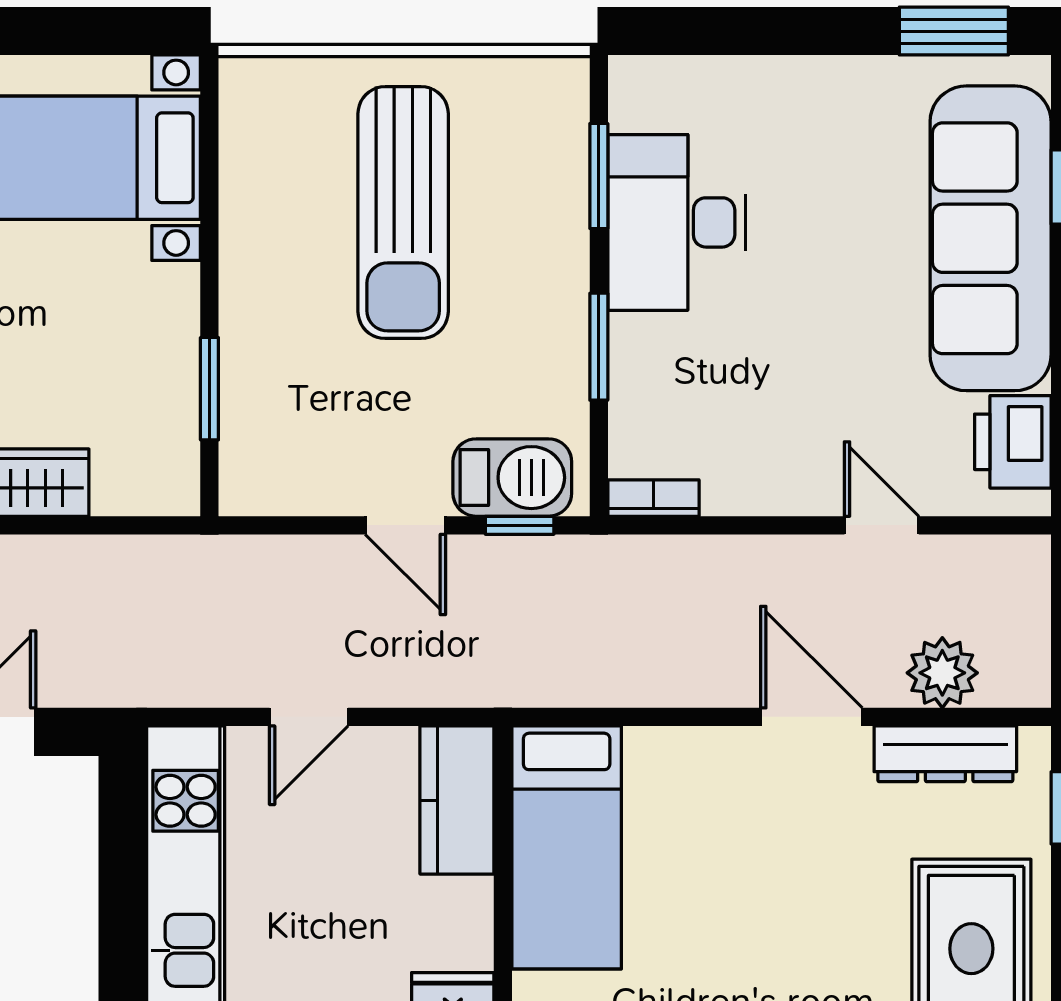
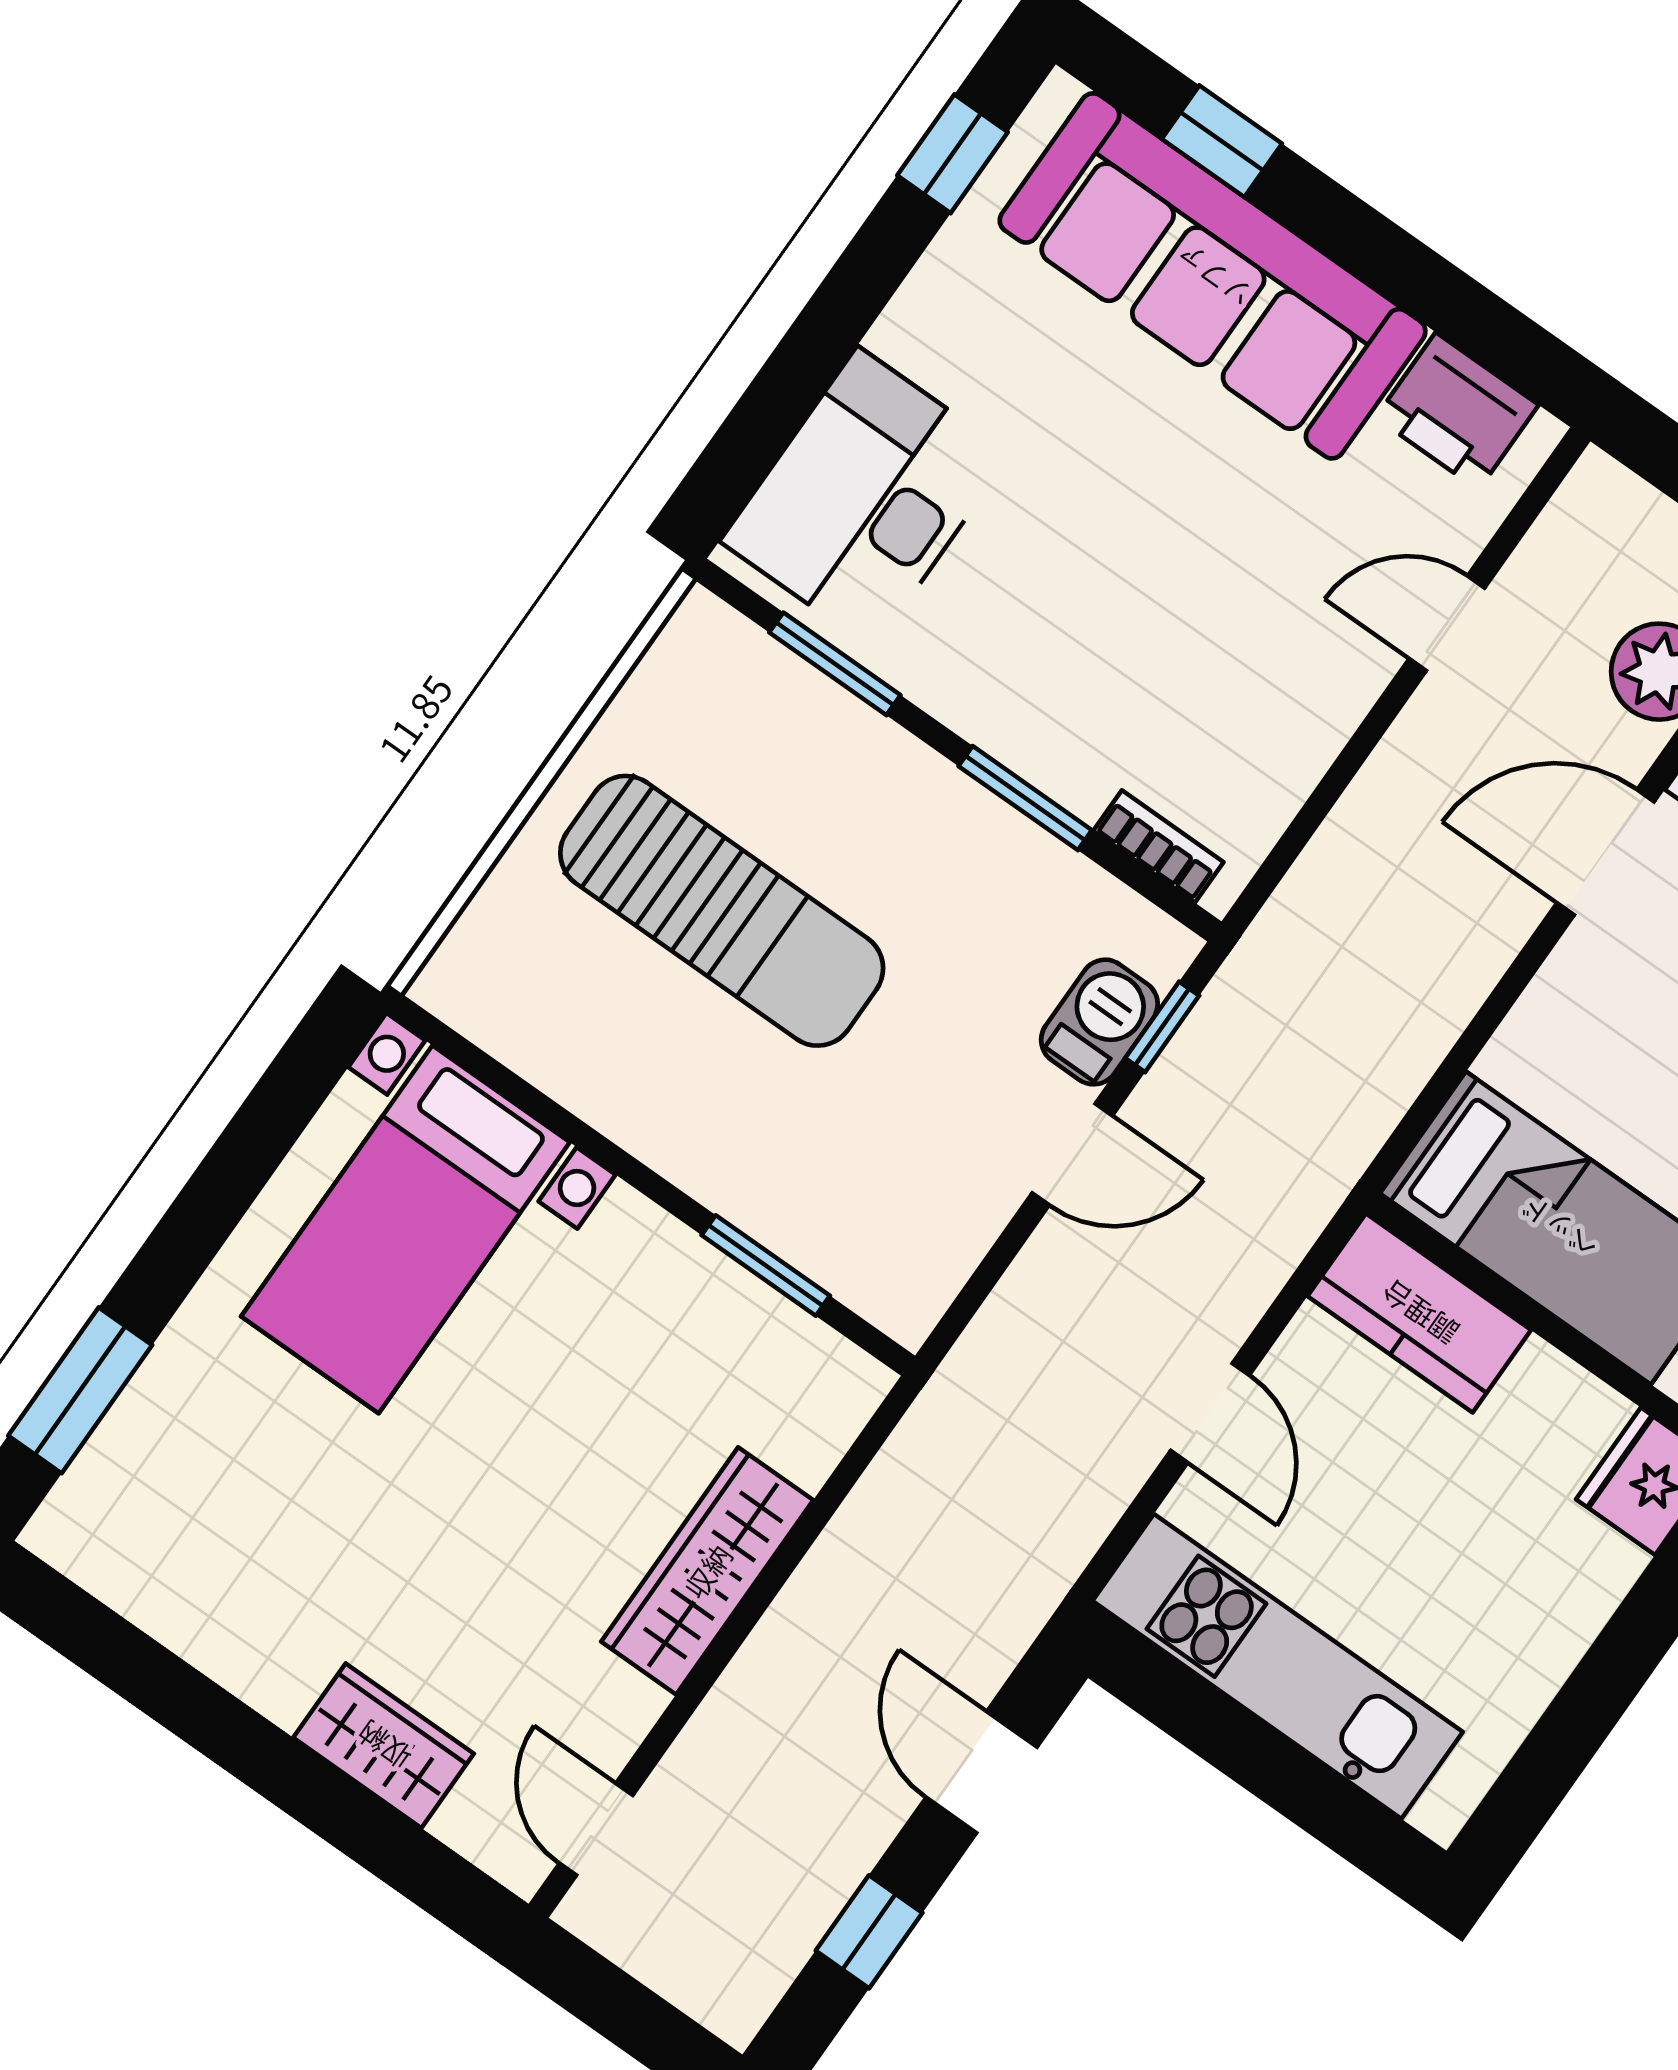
window: (954, 31) -> (953, 154), width x0.67
desk: (677, 222) -> (865, 498), moved, turned 90
barbecue: (512, 478) -> (1099, 1022), width x0.73, depth x0.79
bookcase: (653, 498) -> (1158, 846), moved, turned 90

